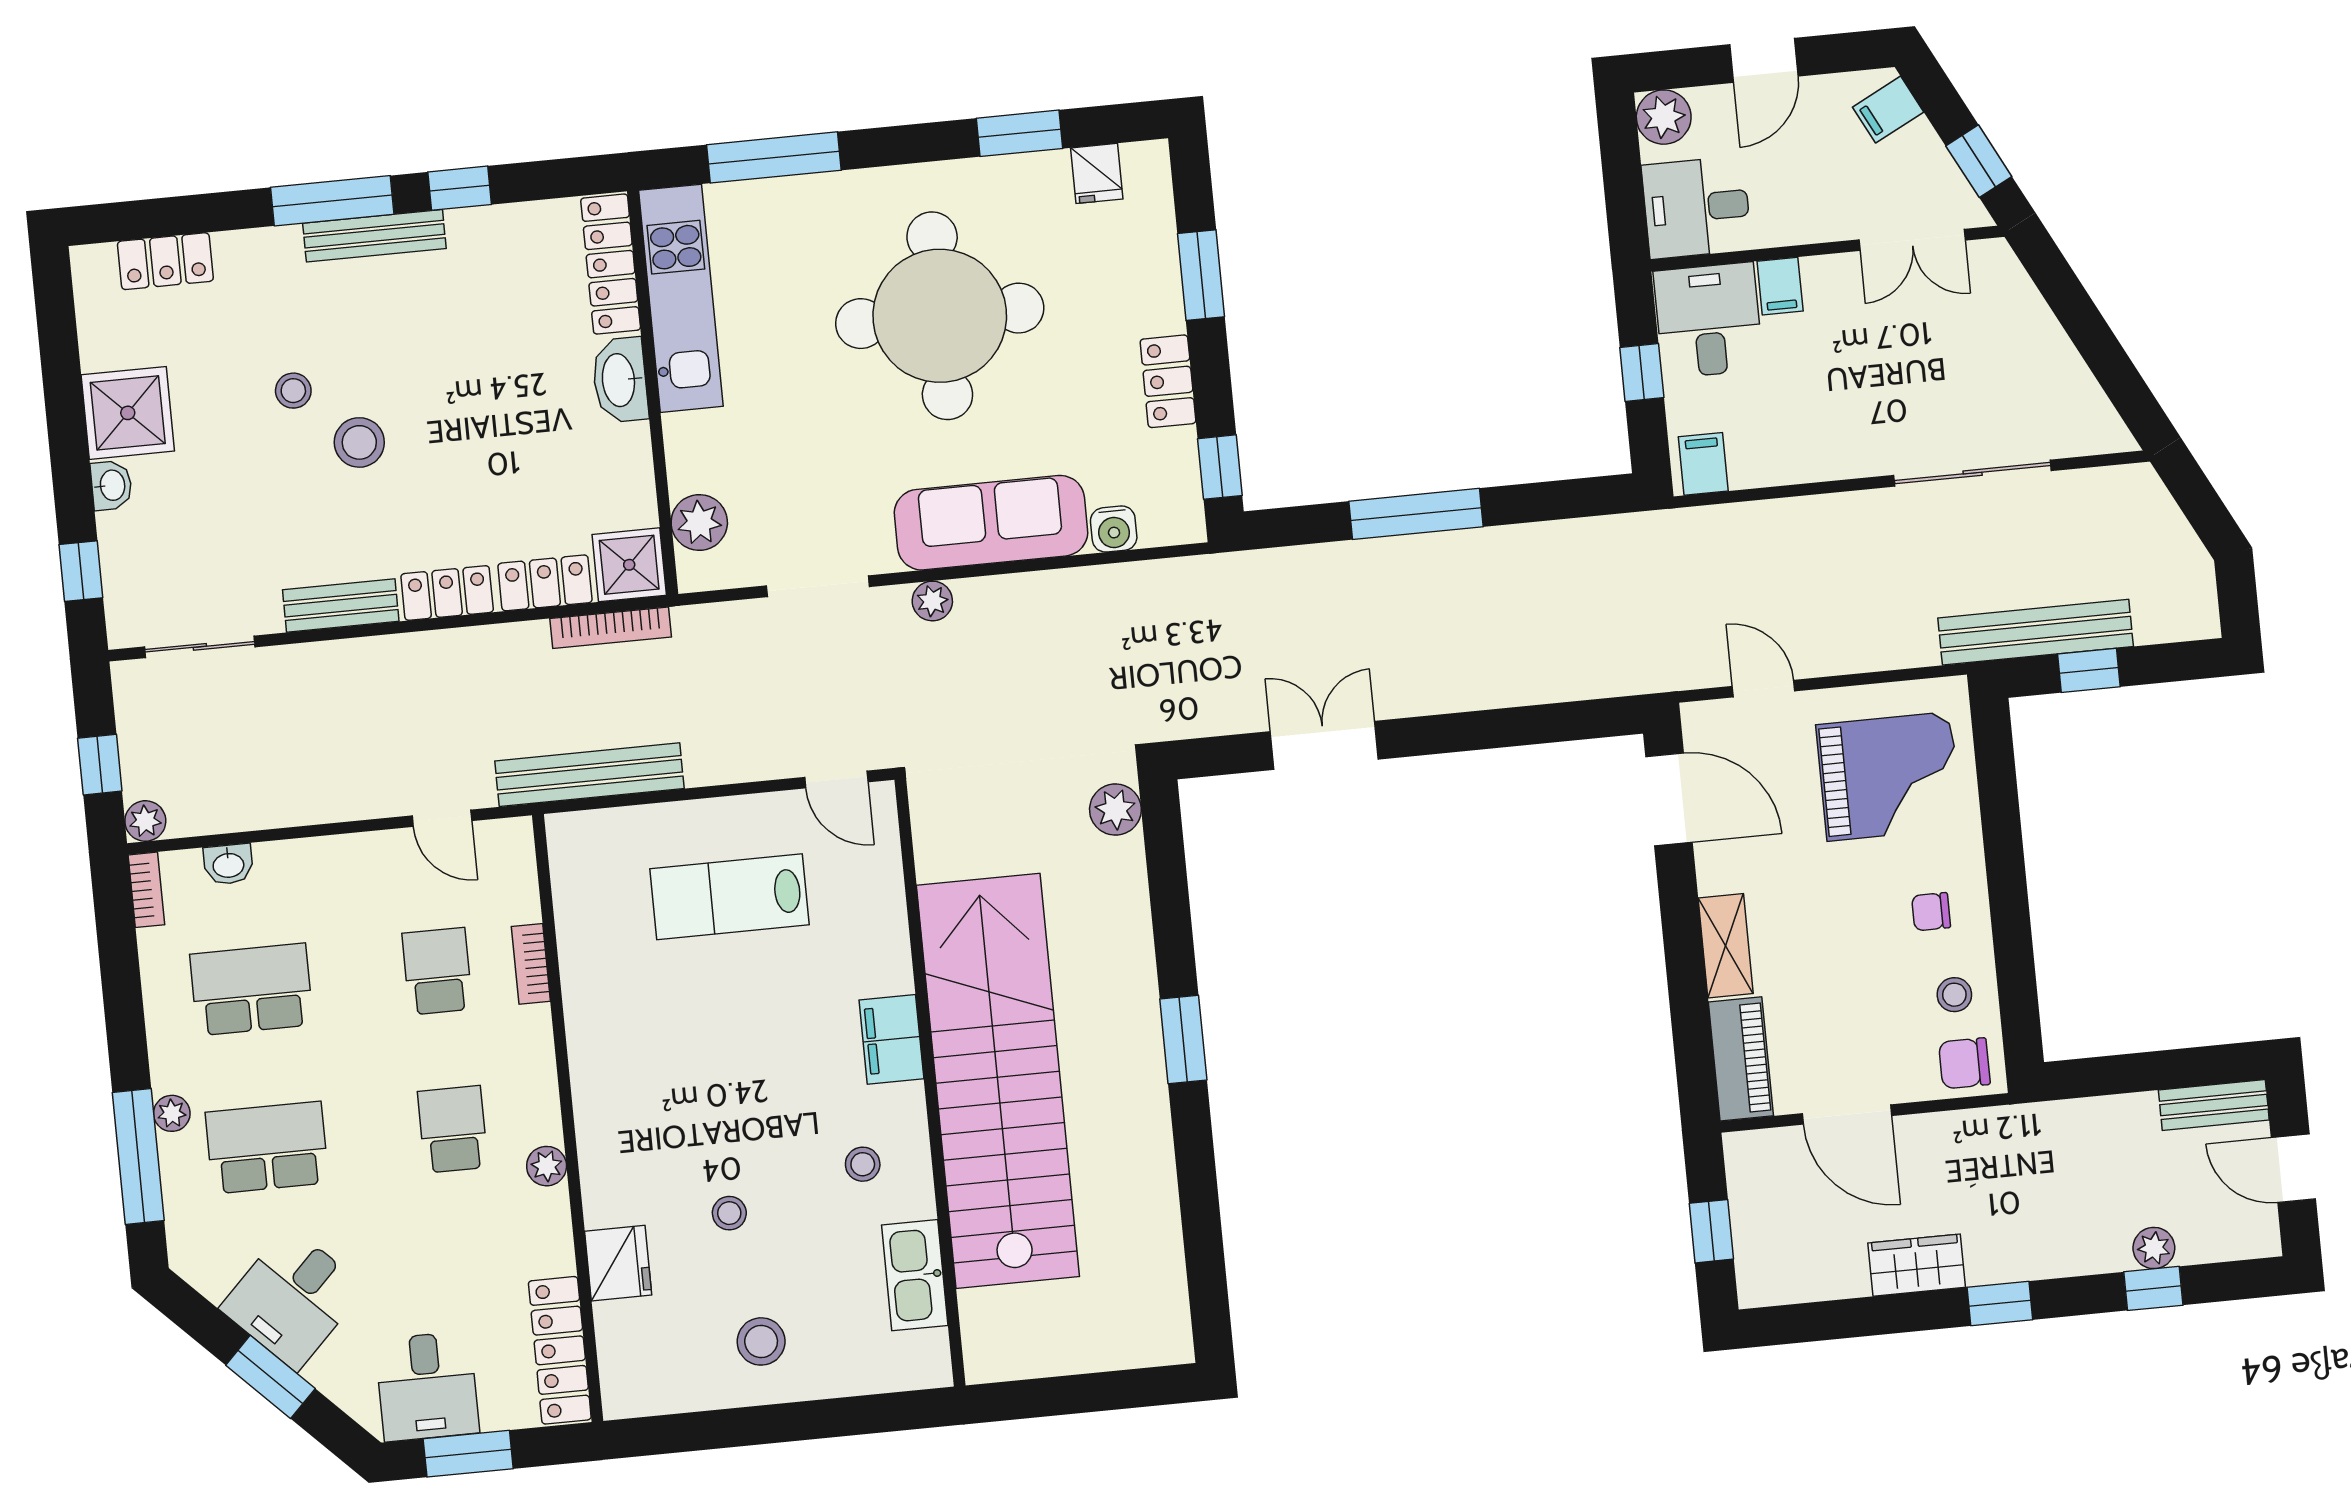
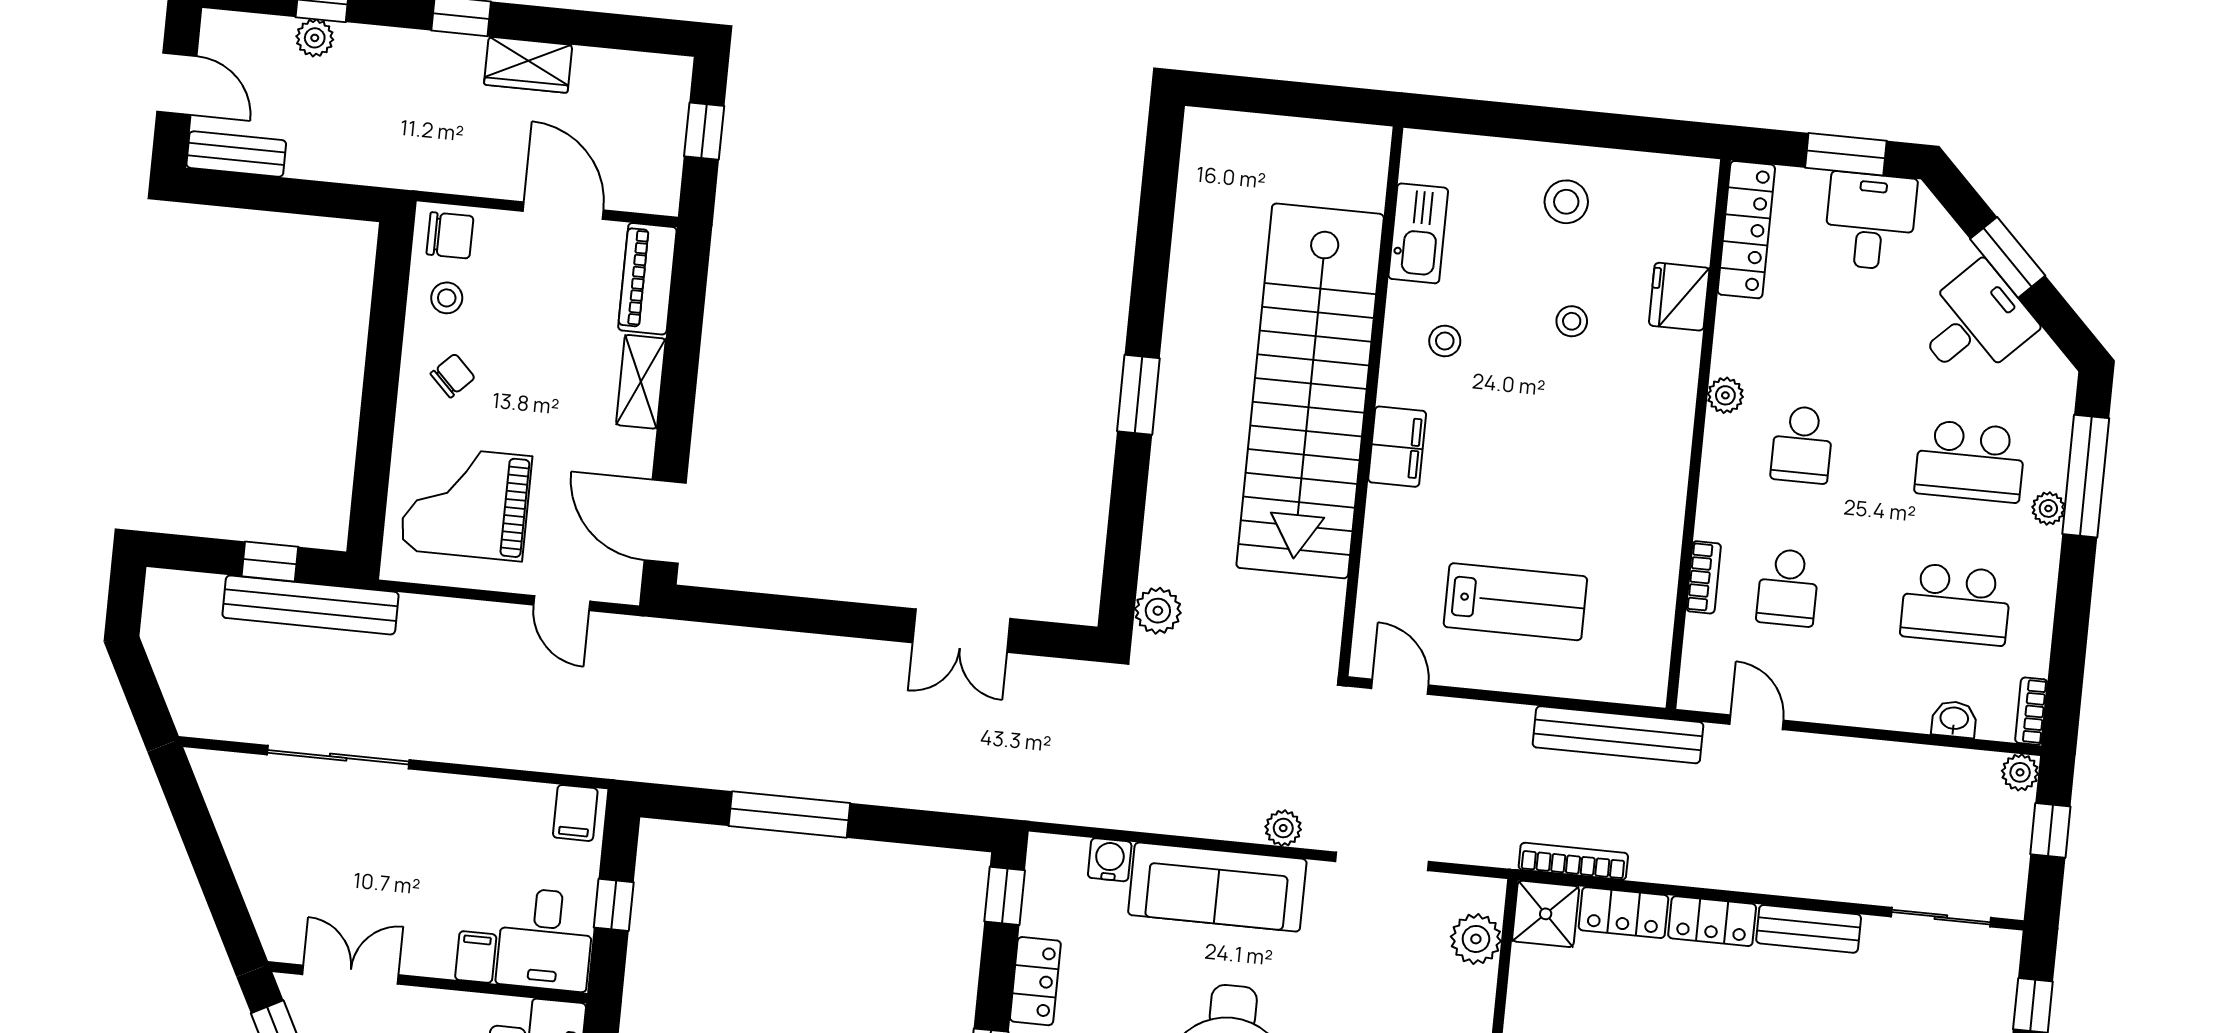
window: (1416, 514) -> (789, 815), moved
chair: (1931, 912) -> (453, 376), turned -45

